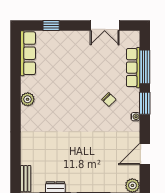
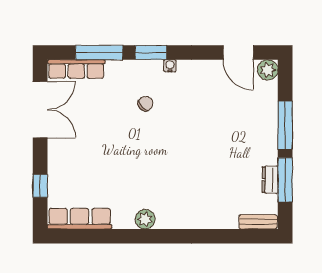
double door: (105, 25) -> (40, 110), width x1.37
row of seats: (133, 68) -> (76, 69), moved
door: (145, 154) -> (238, 53), moved

